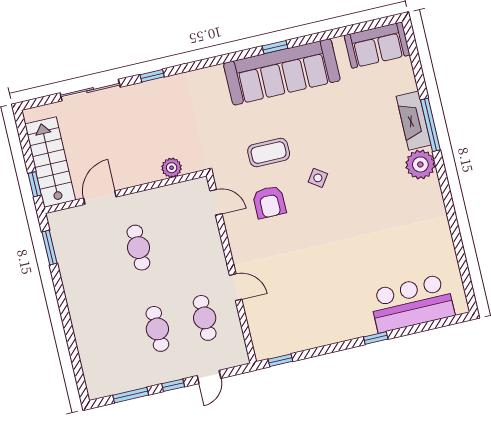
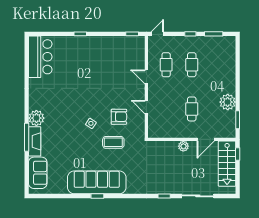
sofa: (377, 45) -> (38, 173), moved, turned 90
plant: (172, 168) -> (183, 146), moved
door: (216, 202) -> (146, 107), moved
armchair: (269, 202) -> (119, 117), turned 90
plant: (76, 276) -> (228, 102), added
bar counter: (412, 303) -> (40, 57), moved, turned -90
door: (209, 377) -> (157, 34), moved

